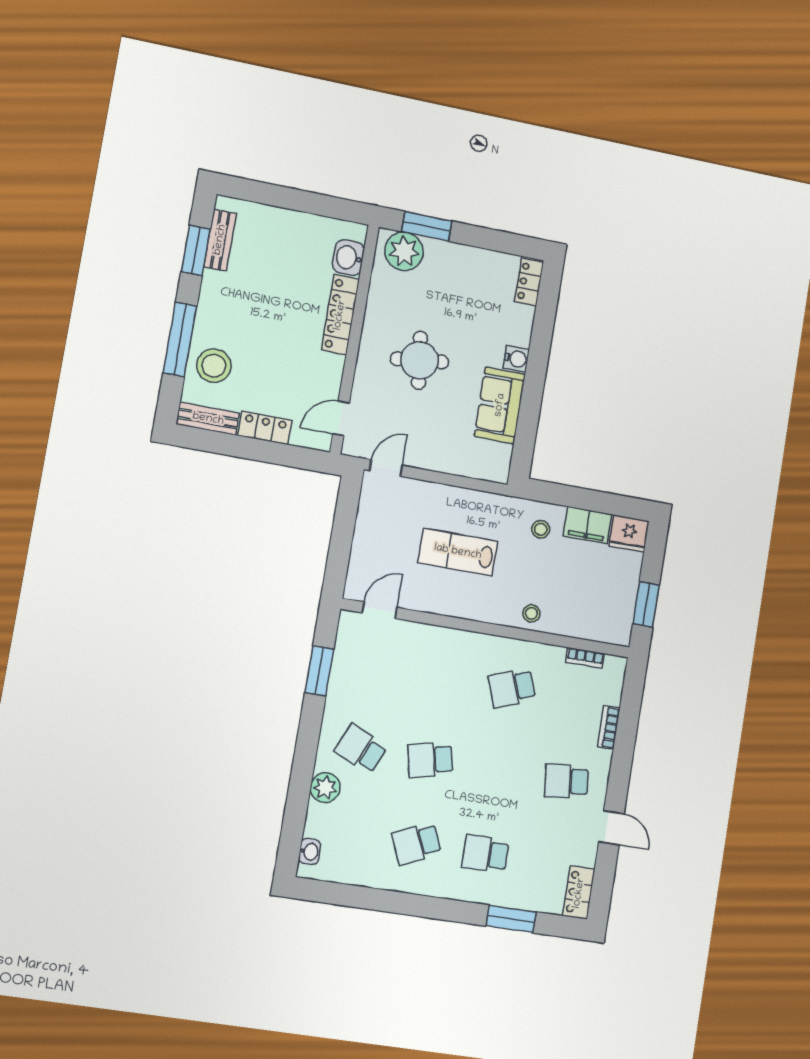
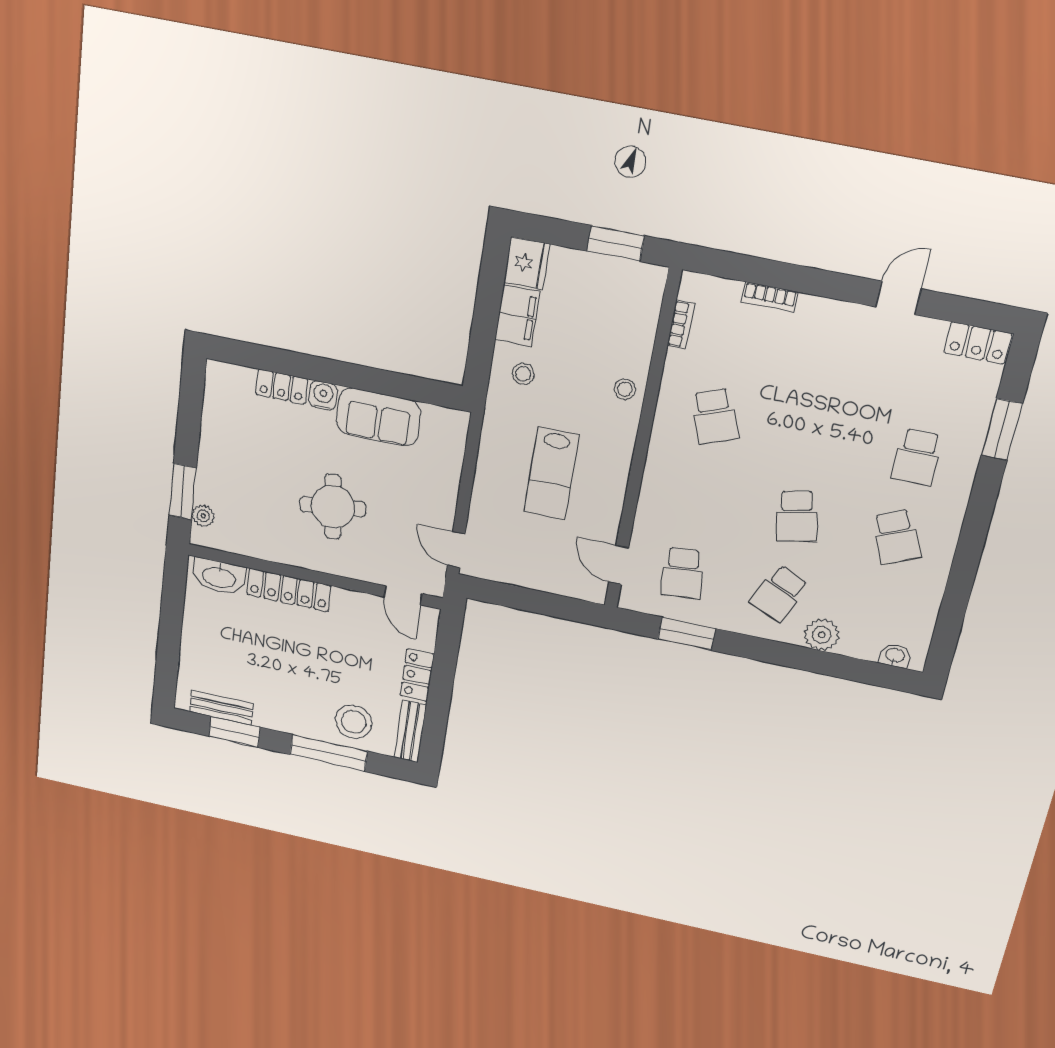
plant: (404, 251) -> (203, 516), width x0.53, depth x0.53
washbasin: (348, 258) -> (219, 577), width x1.38
locker: (529, 282) -> (282, 387), moved
school desk: (566, 781) -> (682, 573), moved

